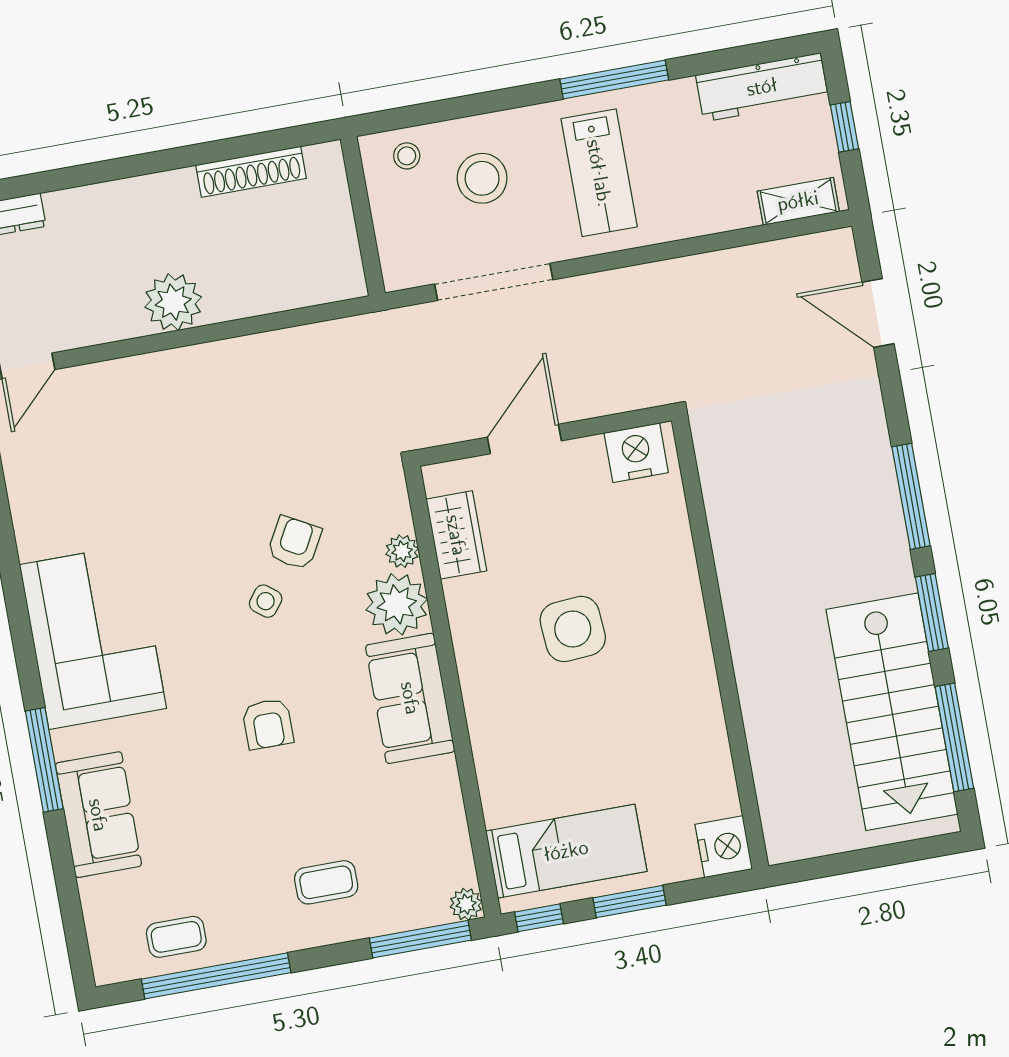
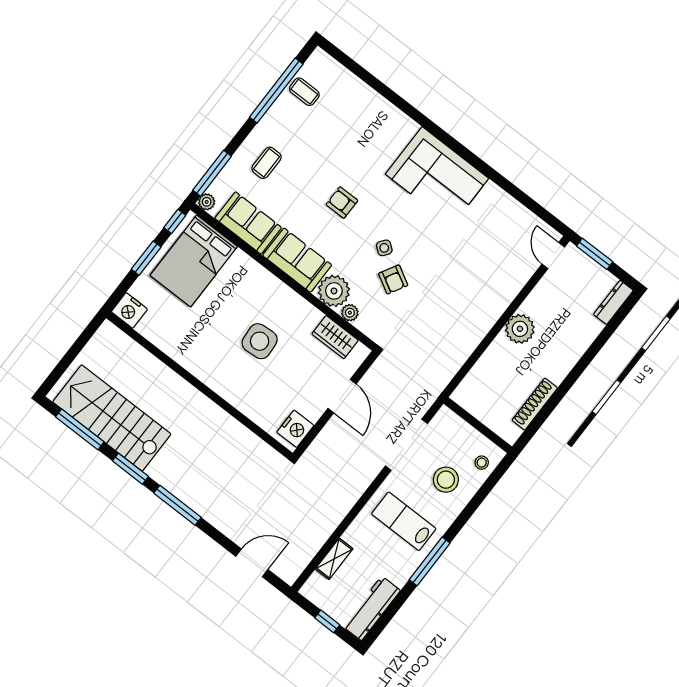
shelving: (798, 201) -> (334, 559), moved
window: (44, 760) -> (414, 113), removed
sofa: (98, 815) -> (248, 223), moved, turned 180
bed: (566, 851) -> (194, 261), width x1.50
coffee table: (176, 937) -> (304, 92), turned 90

